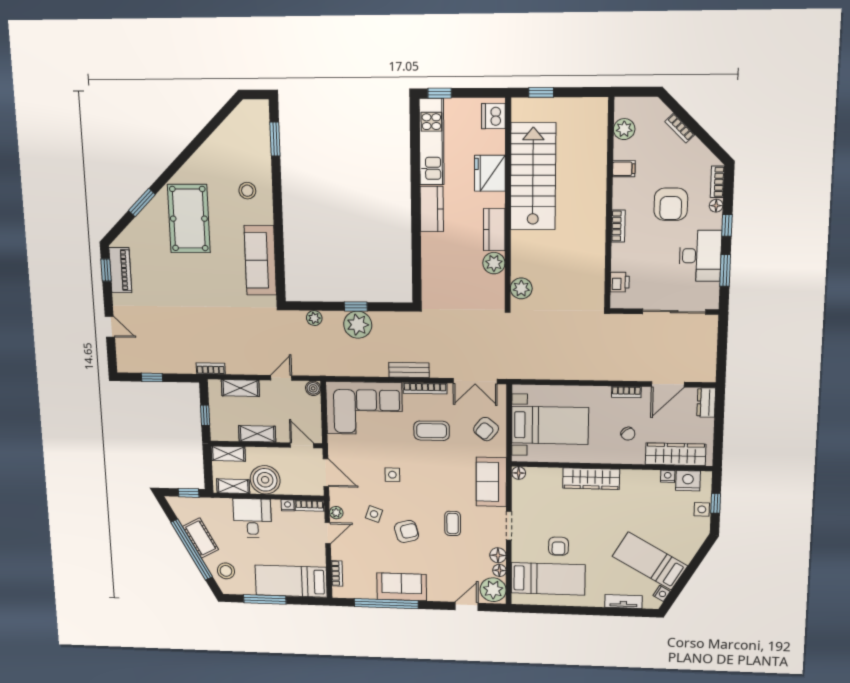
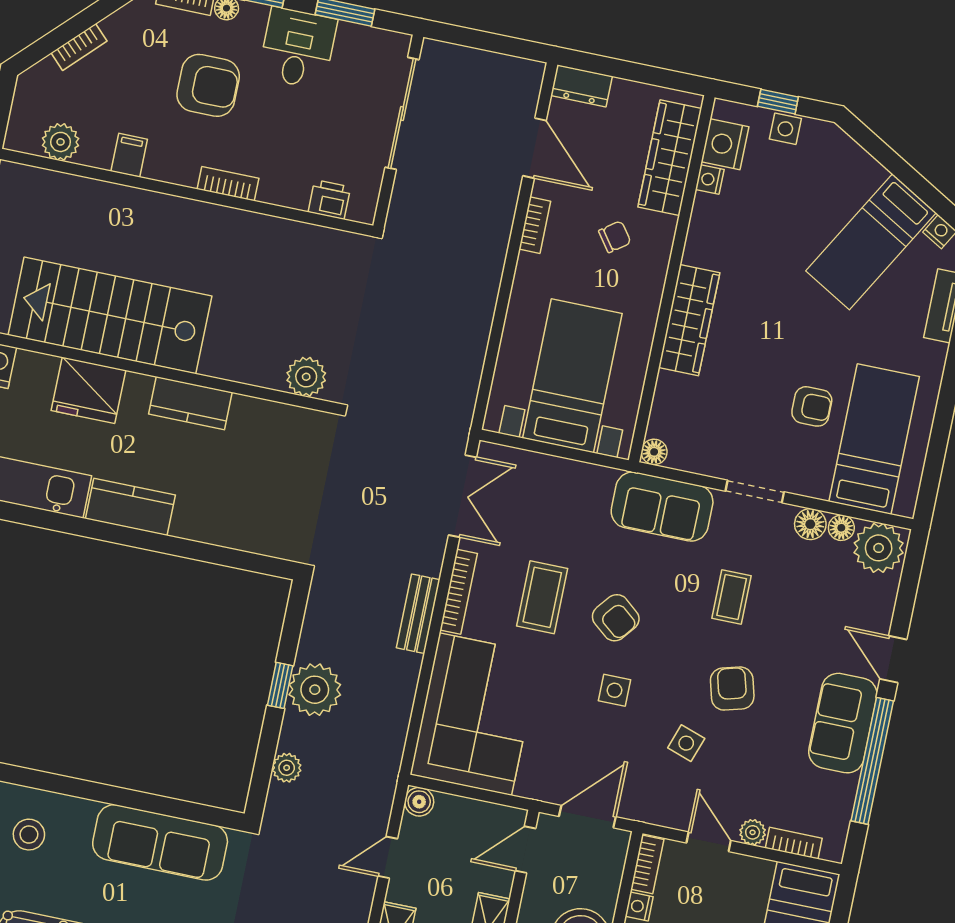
desk: (700, 256) -> (298, 48), width x0.73
plant: (494, 263) -> (250, 416), removed
door: (281, 378) -> (388, 857), hinge flipped
armchair: (486, 429) -> (616, 618), moved
plant: (336, 513) -> (753, 832), moved
coffee table: (453, 523) -> (732, 597), turned 90
door: (467, 606) -> (893, 659), moved

